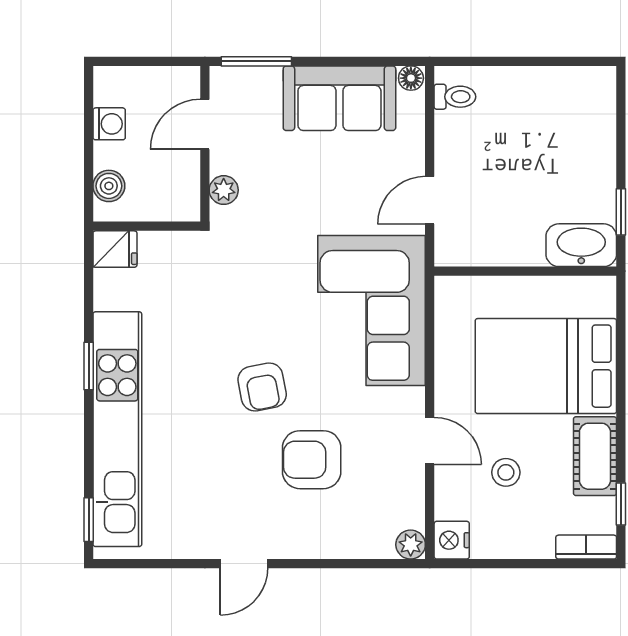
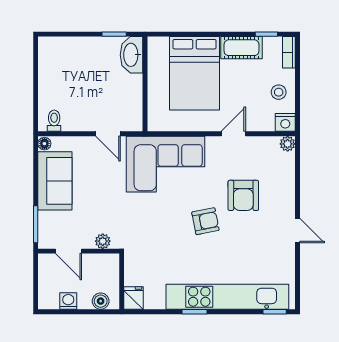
stool: (506, 472) -> (279, 92), moved

